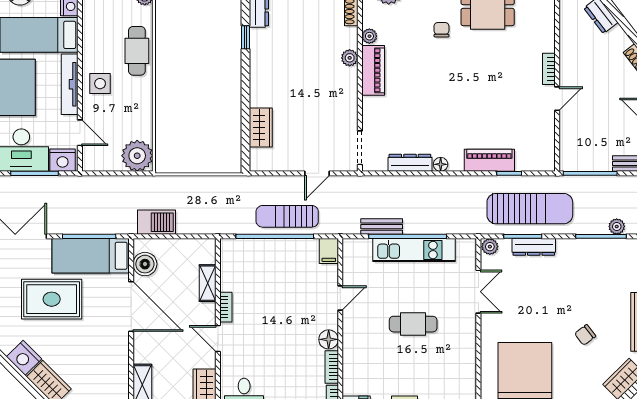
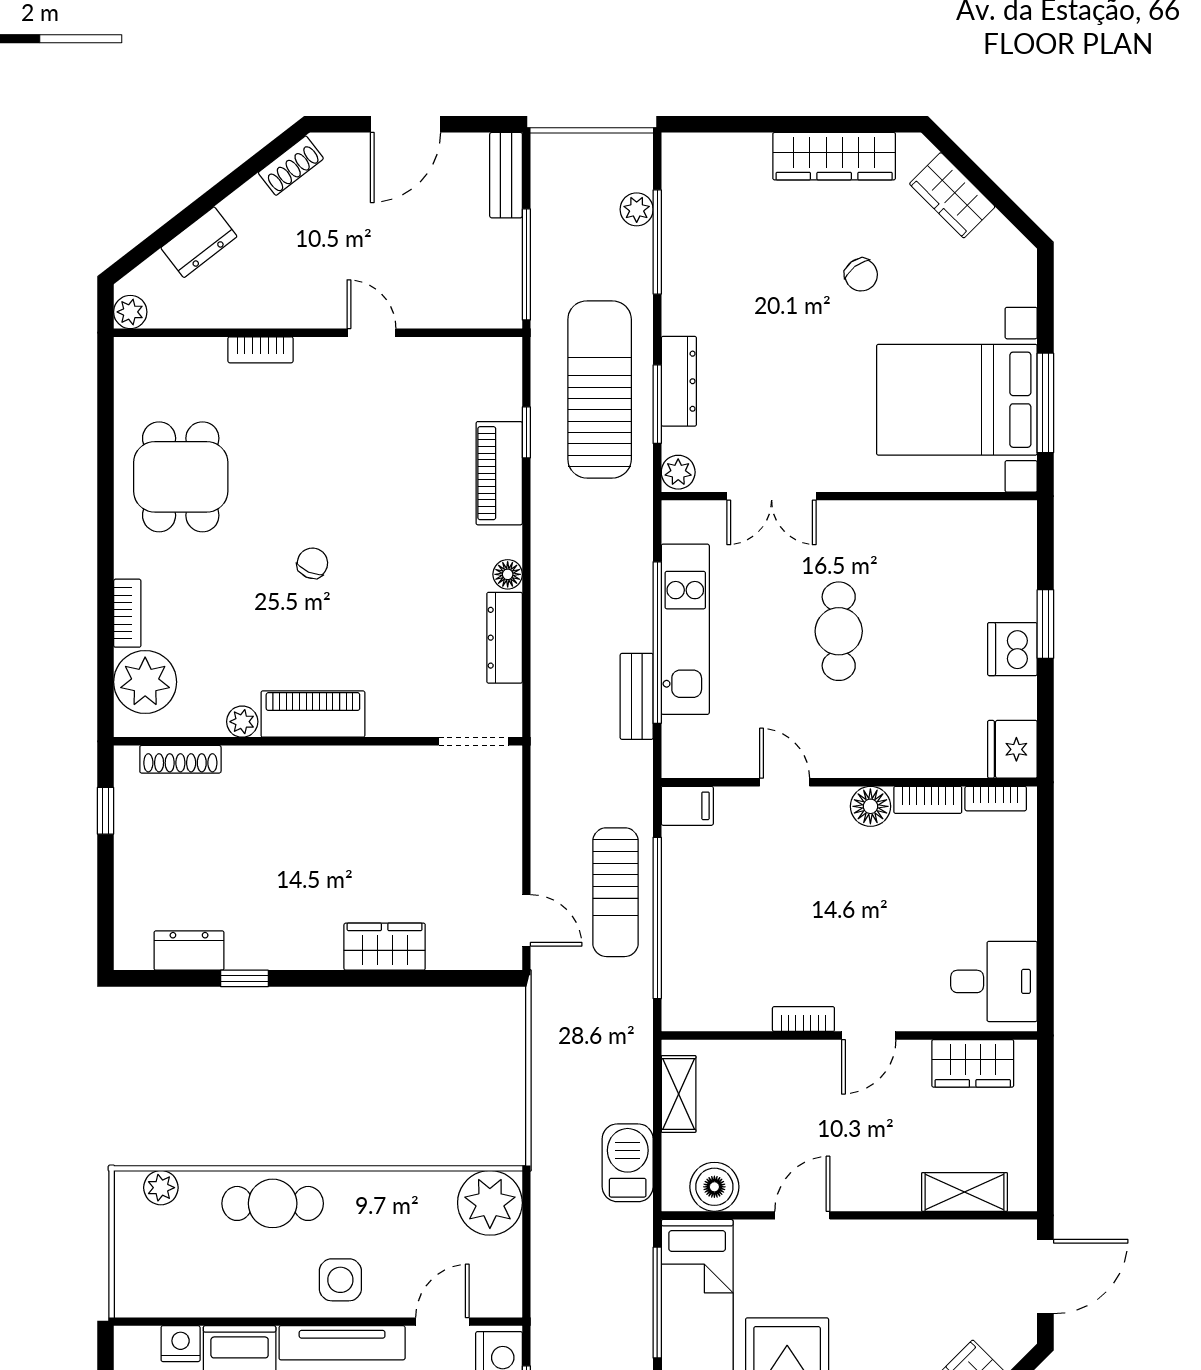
chair: (441, 30) -> (312, 563), moved, turned 114
plant: (350, 58) -> (287, 763), removed
bookcase: (549, 69) -> (261, 350), moved
wardrobe: (261, 128) -> (385, 947), moved
door: (317, 173) -> (526, 920), moved
shelving: (208, 283) -> (679, 1094), moved, turned 90
double door: (478, 292) -> (772, 496), swing flipped
door: (131, 307) -> (802, 1215), width x0.53

